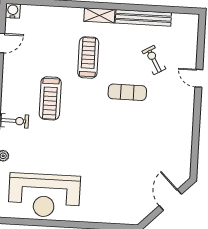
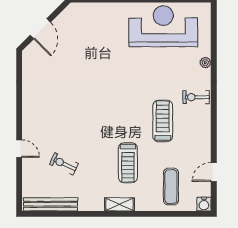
bench: (143, 18) -> (51, 204), moved
exercise bike: (154, 60) -> (64, 164), turned 145
exercise mat: (127, 92) -> (171, 187), moved, turned 90

